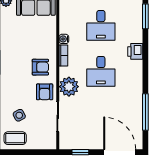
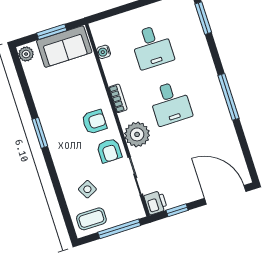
water cooler: (64, 39) -> (104, 52), moved
printer: (135, 51) -> (156, 203), moved, turned 180
window: (145, 112) -> (229, 97), moved
window: (33, 152) -> (119, 229), added

